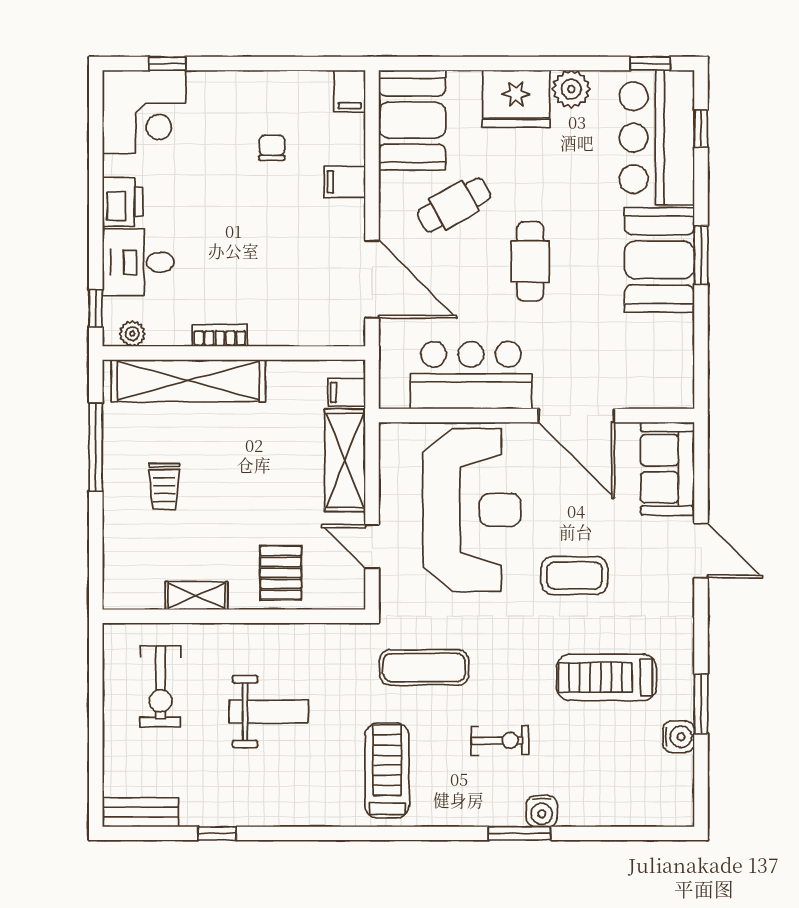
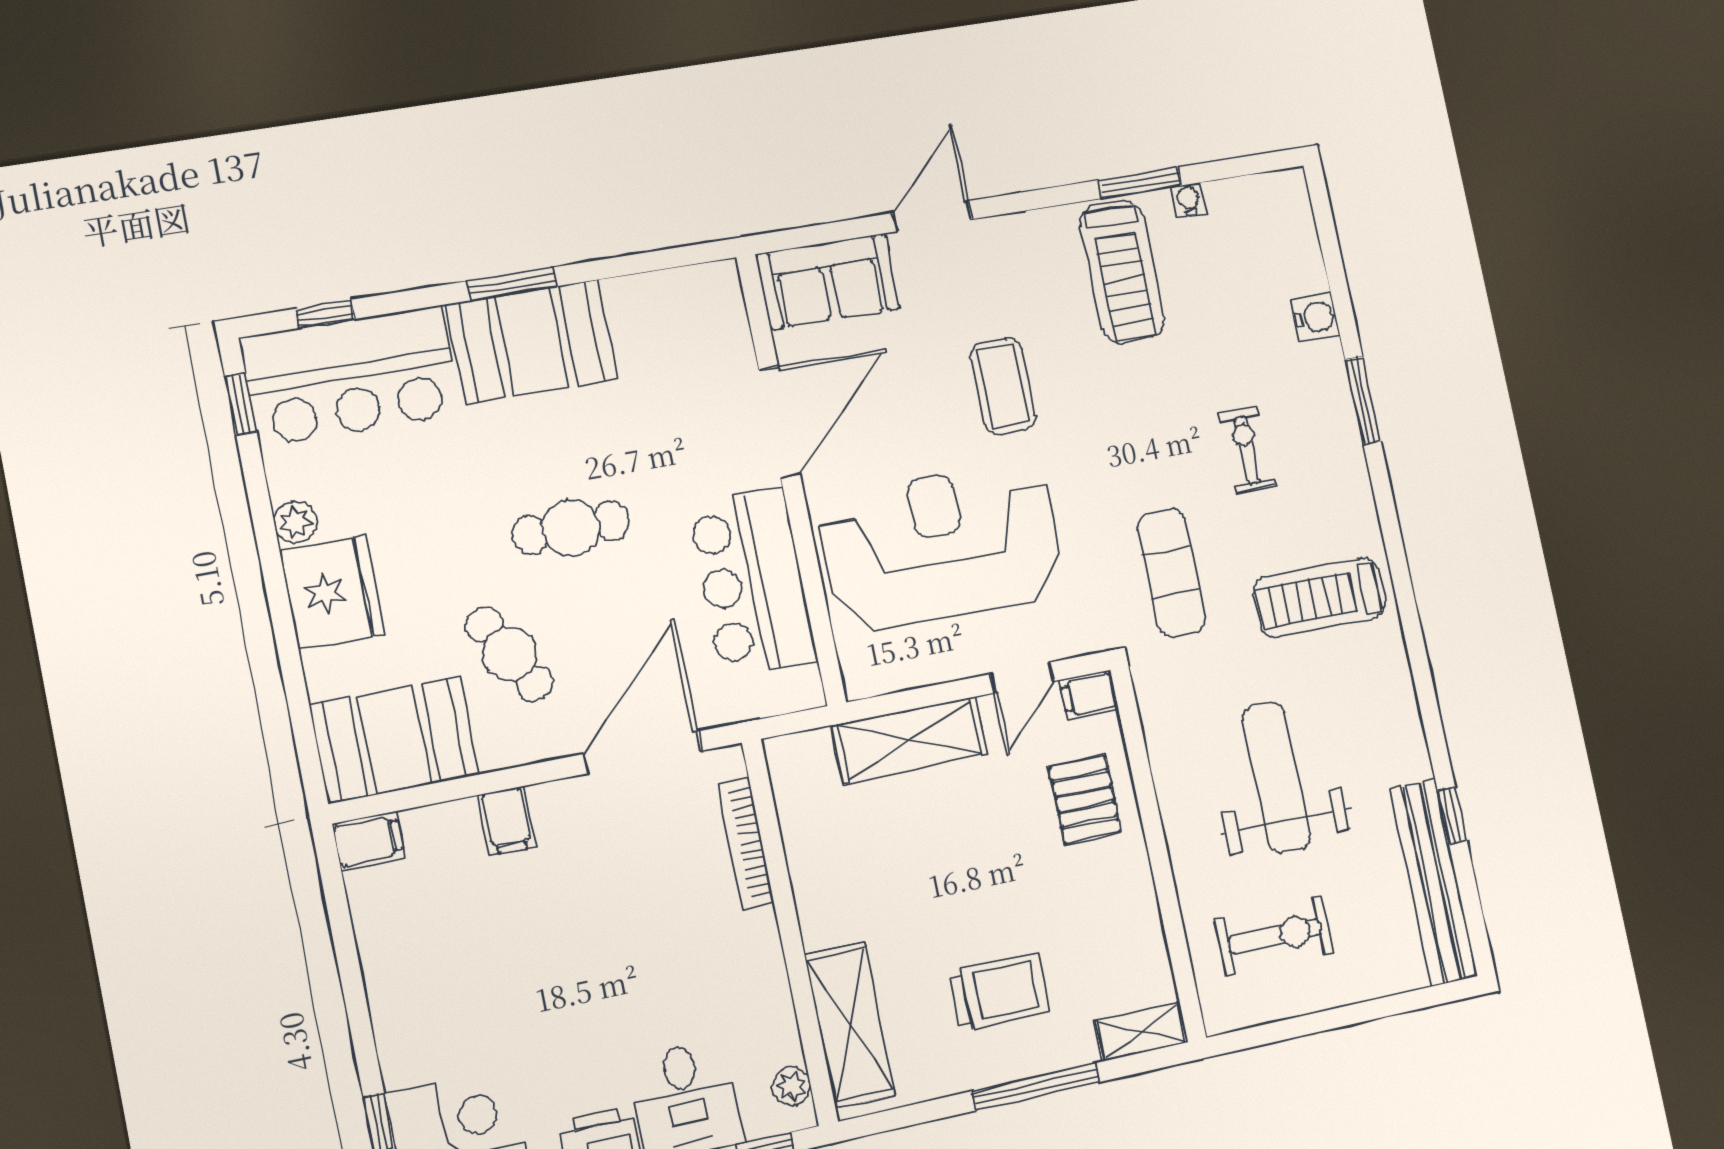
plant: (571, 89) -> (296, 522), width x0.73, depth x0.73
chair: (272, 148) -> (477, 939), removed
bookcase: (220, 336) -> (746, 843), moved, width x1.56
shelving: (188, 381) -> (850, 1025), width x0.68
filing cabinet: (347, 392) -> (1089, 695), moved, turned 90
window: (96, 447) -> (1036, 1087), moved
trolley: (164, 486) -> (999, 991), width x1.36, depth x1.39
pallet: (281, 573) -> (1085, 799), turned 90
shelving: (197, 596) -> (1142, 1032), moved, turned 90
treadmill: (606, 677) -> (1122, 271), moved
weight bench: (269, 712) -> (1276, 777), width x1.36, depth x1.33
water cooler: (679, 737) -> (1189, 200), width x0.72, depth x0.72
water cooler: (542, 811) -> (1315, 317), moved
bench: (141, 812) -> (1433, 882), width x1.86, depth x1.21

